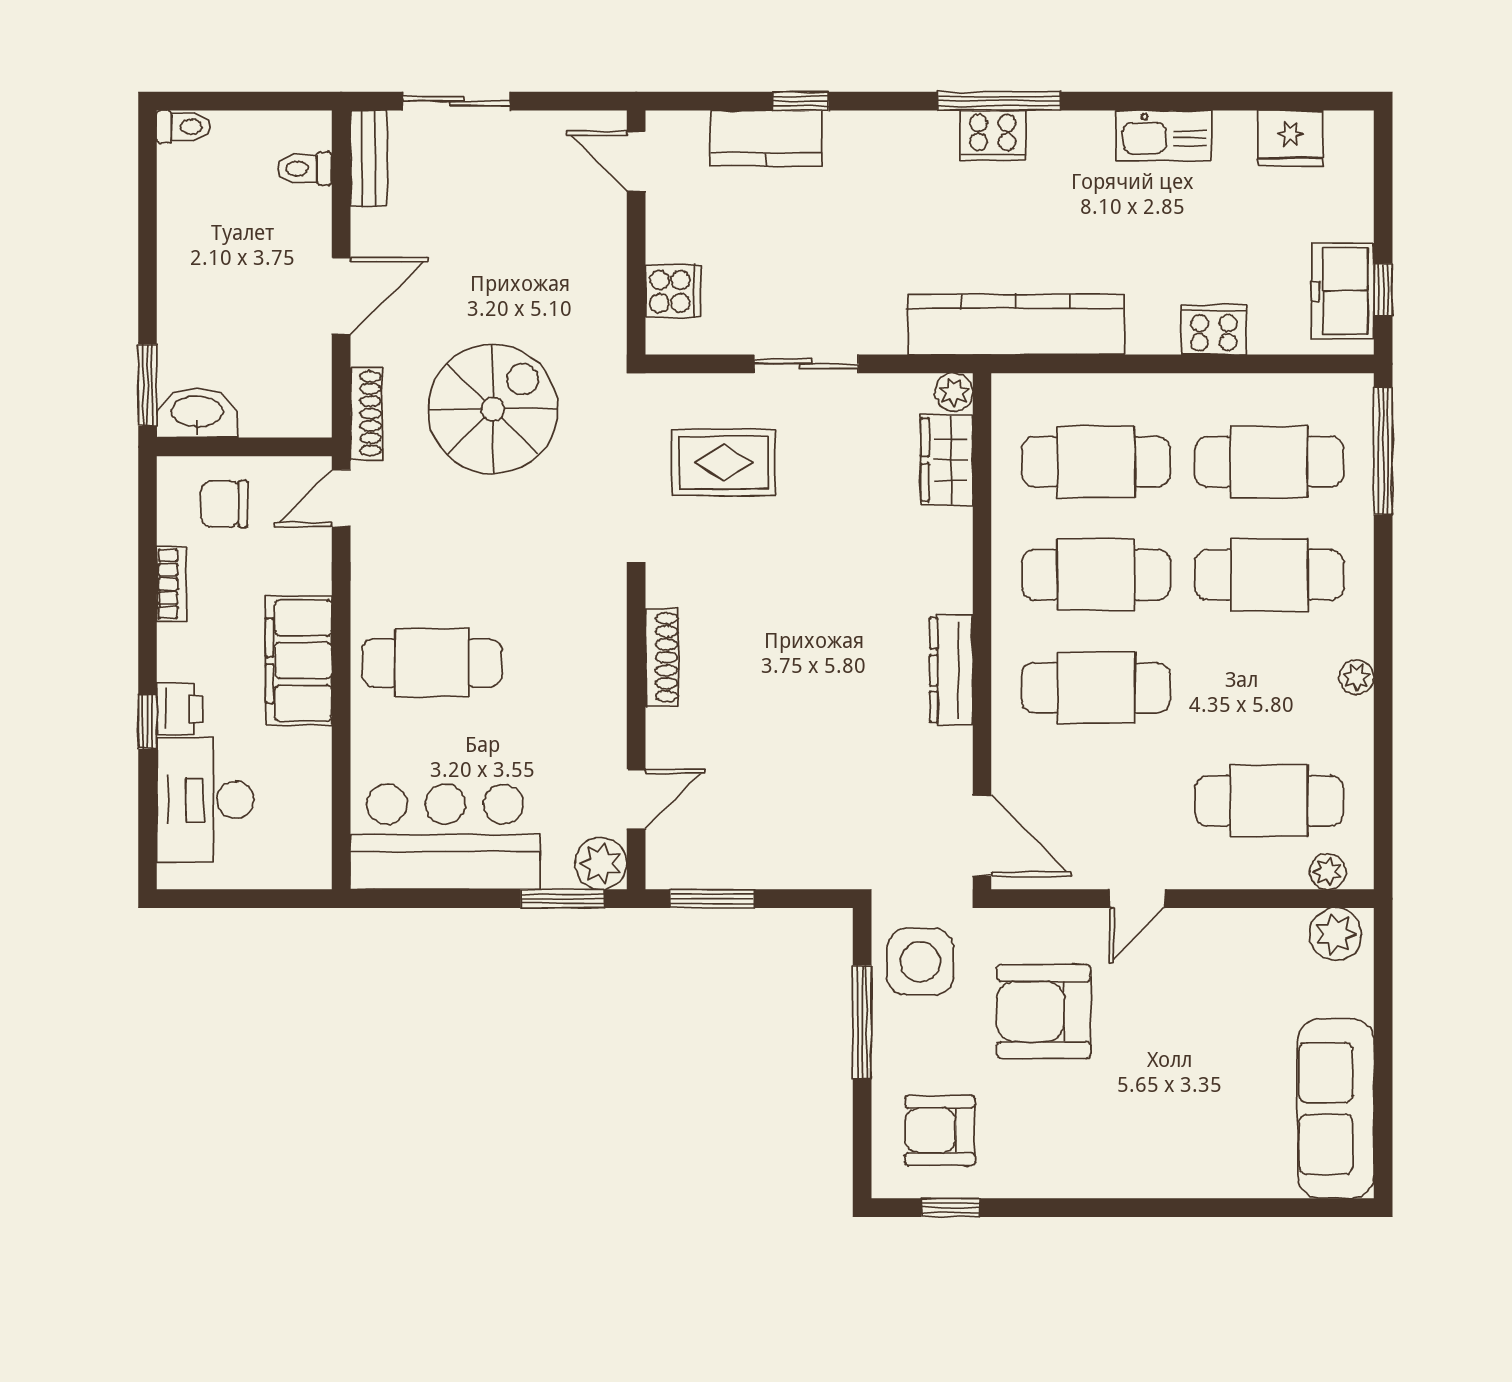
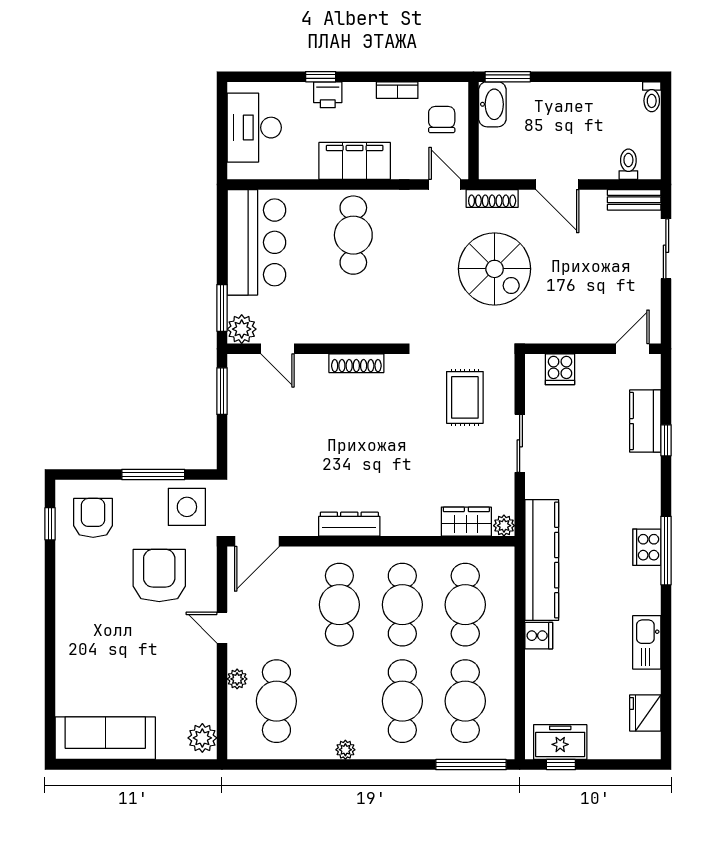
cooker: (1214, 330) -> (539, 636), moved, width x0.73
desk: (205, 800) -> (254, 128), moved, turned -90
plant: (1328, 872) -> (237, 679), moved

